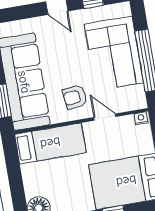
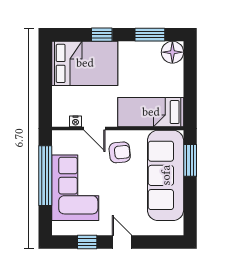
nightstand: (141, 118) -> (76, 121), moved

